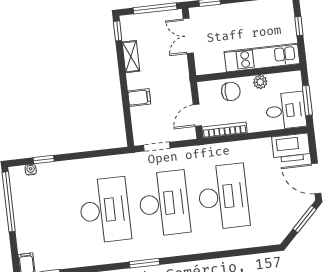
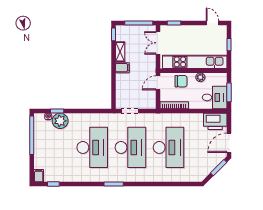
kitchen unit: (262, 58) -> (195, 62), width x1.36
filing cabinet: (139, 97) -> (122, 68), moved
door: (197, 115) -> (158, 83), moved
plant: (50, 174) -> (60, 121), added
door: (316, 179) -> (229, 143), hinge flipped

